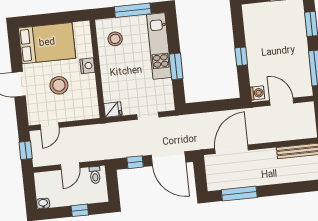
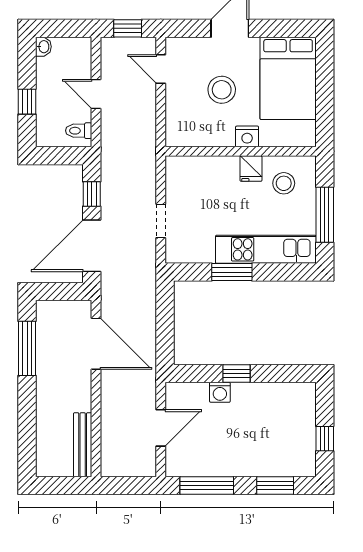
washing machine: (257, 93) -> (220, 392), moved
fridge: (113, 110) -> (251, 169), moved

